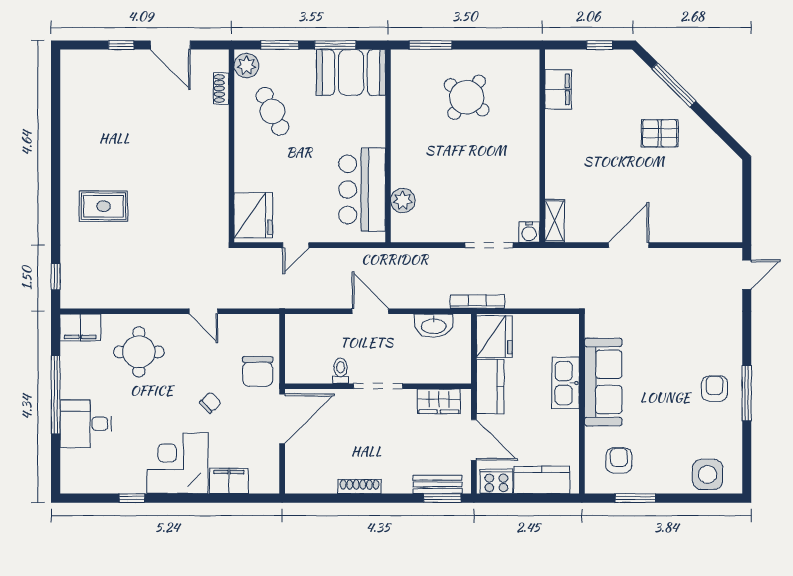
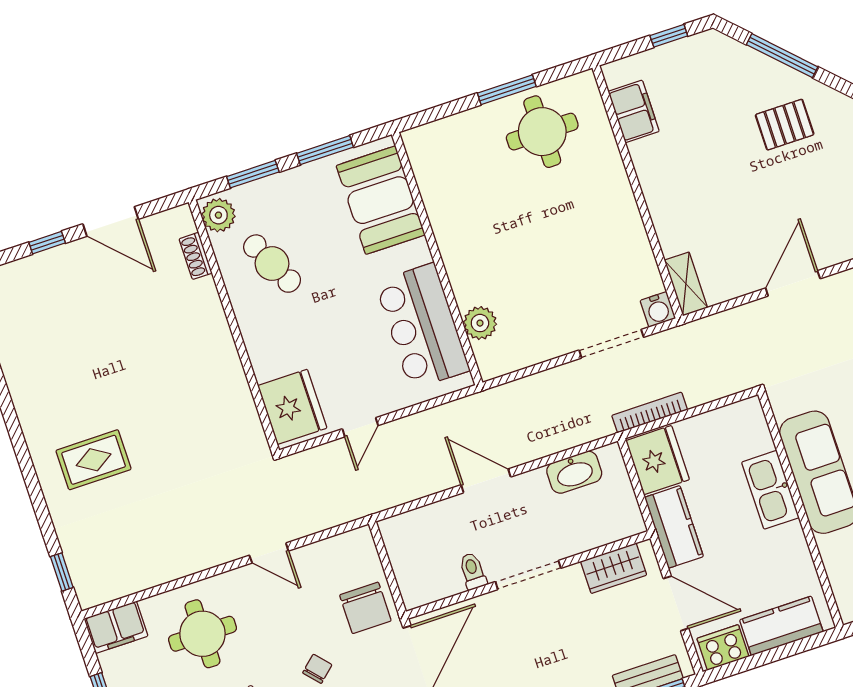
window: (430, 45) -> (507, 90), moved
booth: (351, 72) -> (381, 200), moved, turned 90
round table: (467, 97) -> (542, 132), moved, turned -38
bookcase: (477, 302) -> (650, 413), moved

